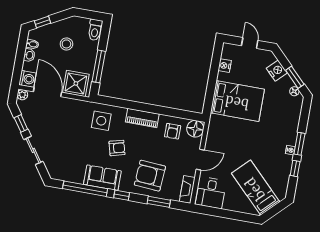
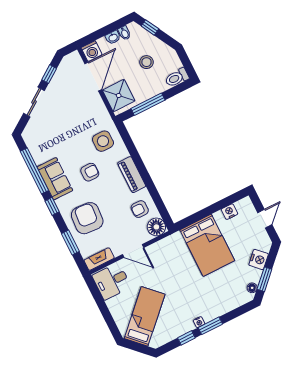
plant: (22, 95) -> (75, 57), removed
armchair: (117, 148) -> (90, 172), turned -75

